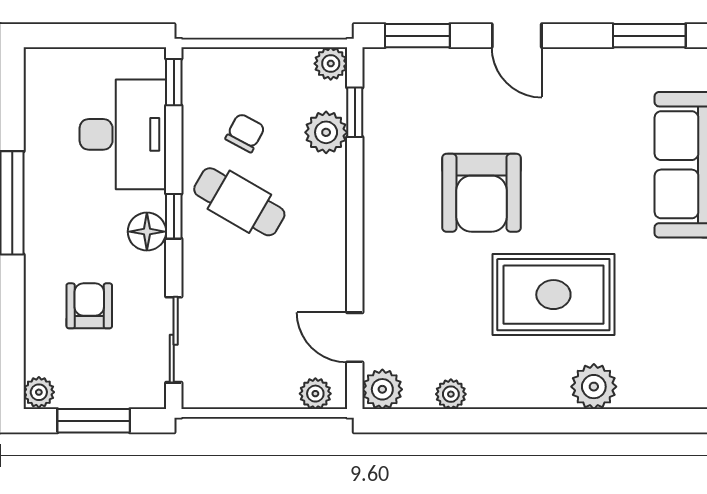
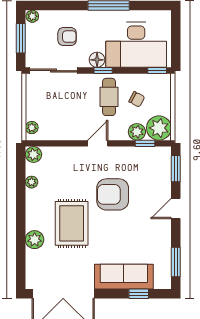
plant: (331, 64) -> (159, 128), width x1.88, depth x1.88
desk: (123, 134) -> (136, 45), width x1.36, depth x1.30
cafe table: (239, 202) -> (109, 97), turned -30
door: (355, 337) -> (98, 143), moved
sliding door: (174, 340) -> (53, 71), width x1.37

